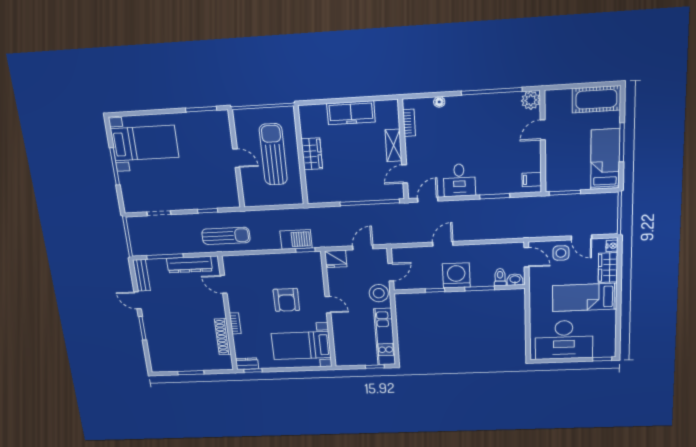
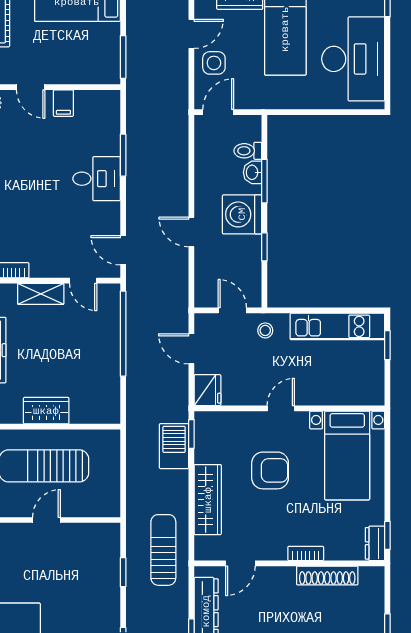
desk: (459, 180) -> (97, 179), moved
filing cabinet: (532, 180) -> (63, 103), moved
wardrobe: (263, 262) -> (208, 500), added
washbasin: (515, 280) -> (253, 172), moved
stool: (379, 293) -> (265, 330), width x0.53, depth x0.53

